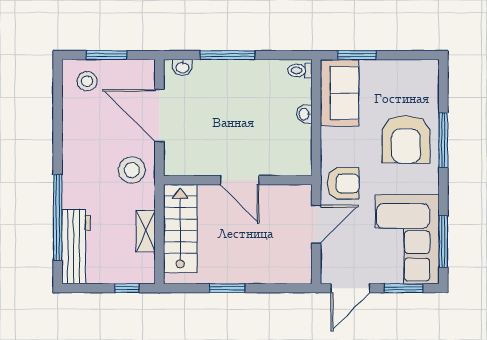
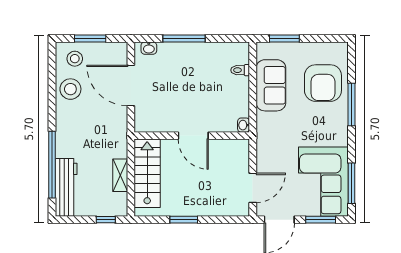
toilet: (300, 70) -> (240, 70), moved
sofa: (340, 93) -> (271, 85), moved
washbasin: (304, 114) -> (244, 125), moved
armchair: (406, 139) -> (323, 83), moved
stool: (132, 170) -> (70, 89), moved
armchair: (343, 183) -> (274, 138), removed
door: (316, 224) -> (253, 188), moved

